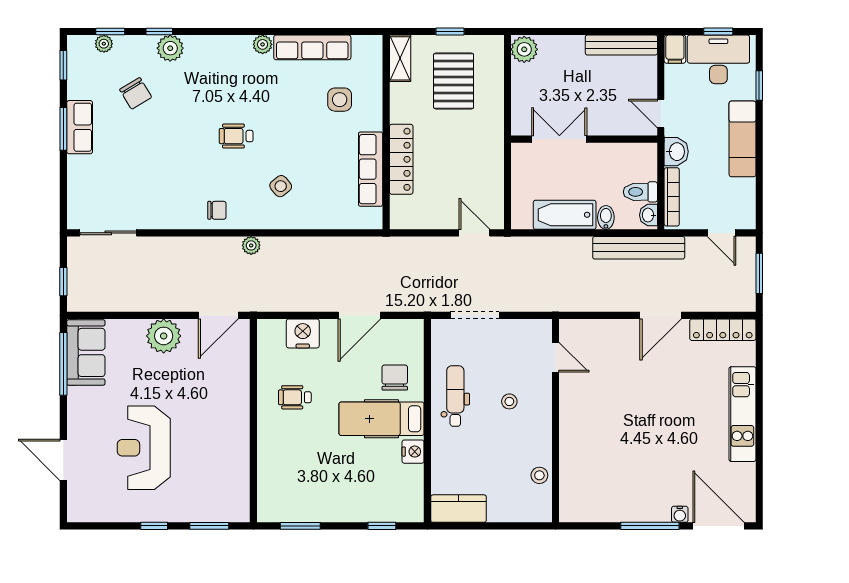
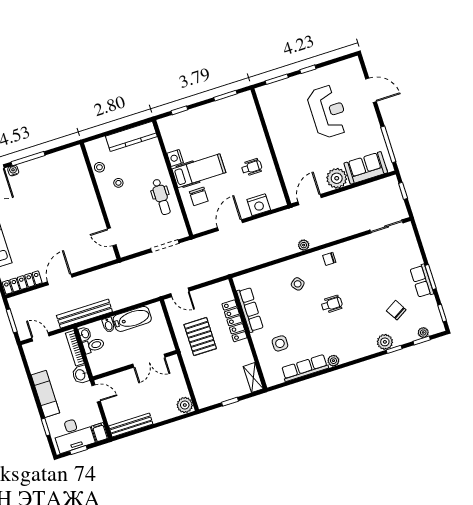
pallet: (454, 81) -> (200, 337), moved
sofa: (86, 352) -> (366, 168), moved, turned 90
stool: (509, 401) -> (118, 183), moved
kitchen counter: (459, 509) -> (131, 136), width x1.50

